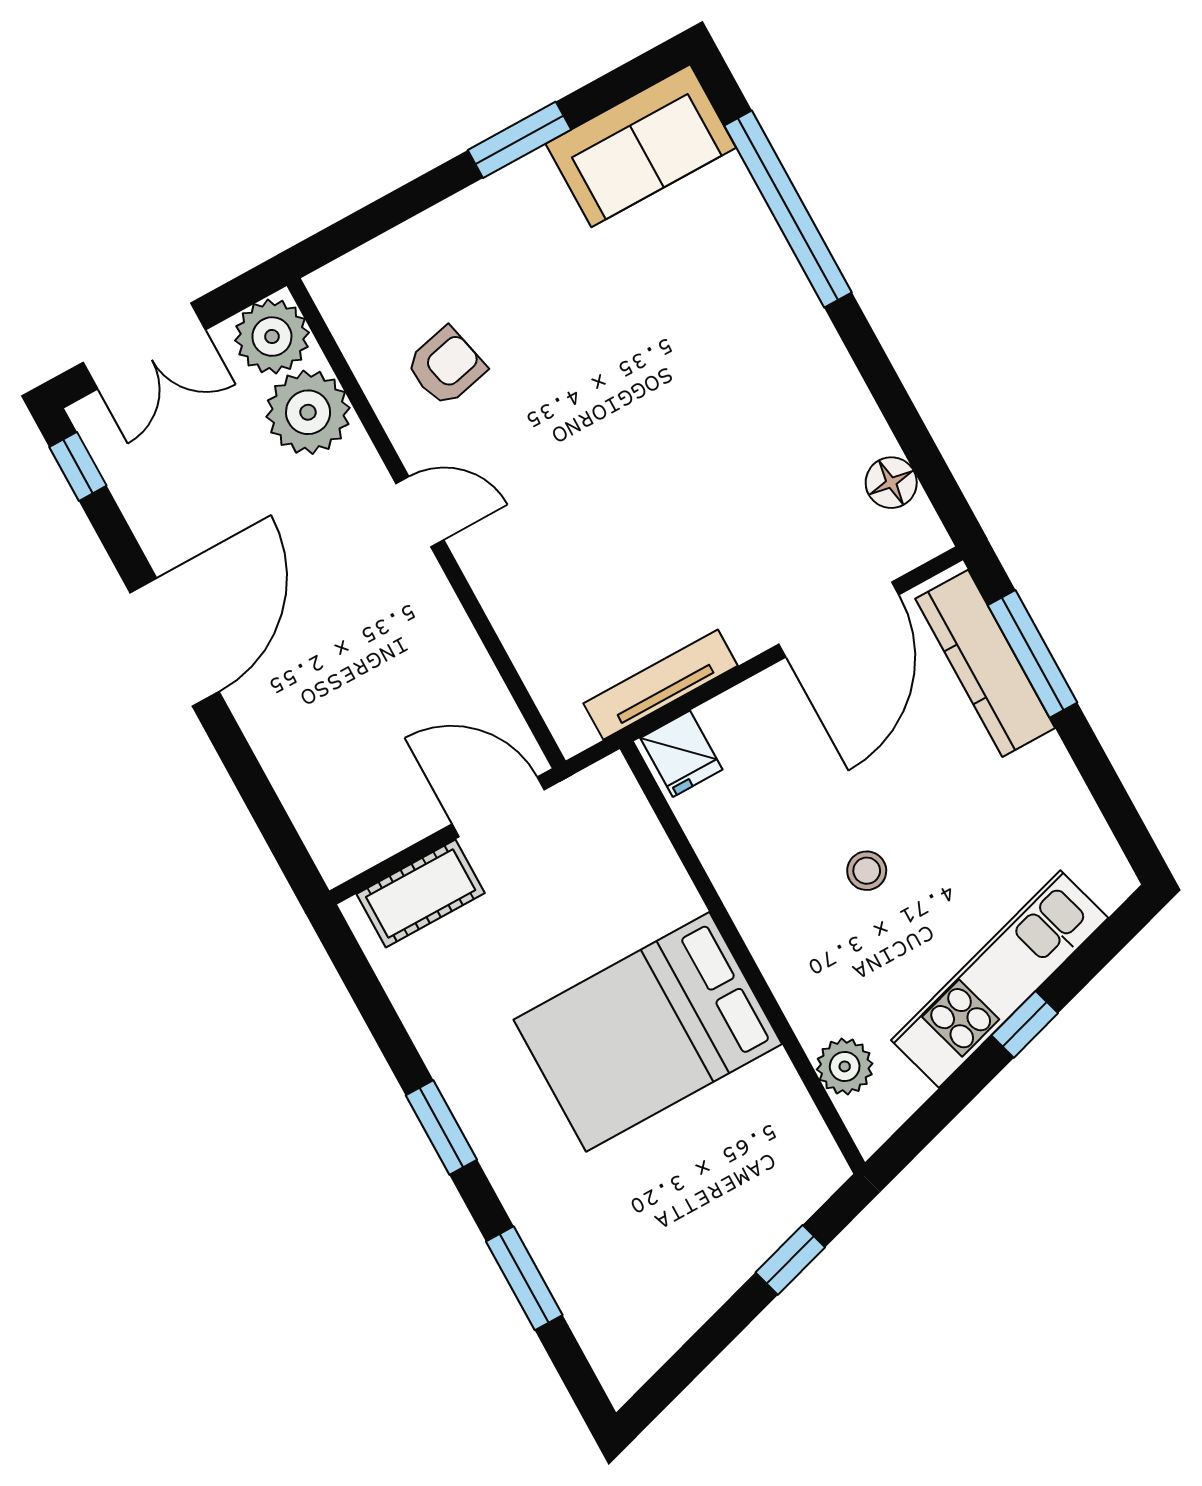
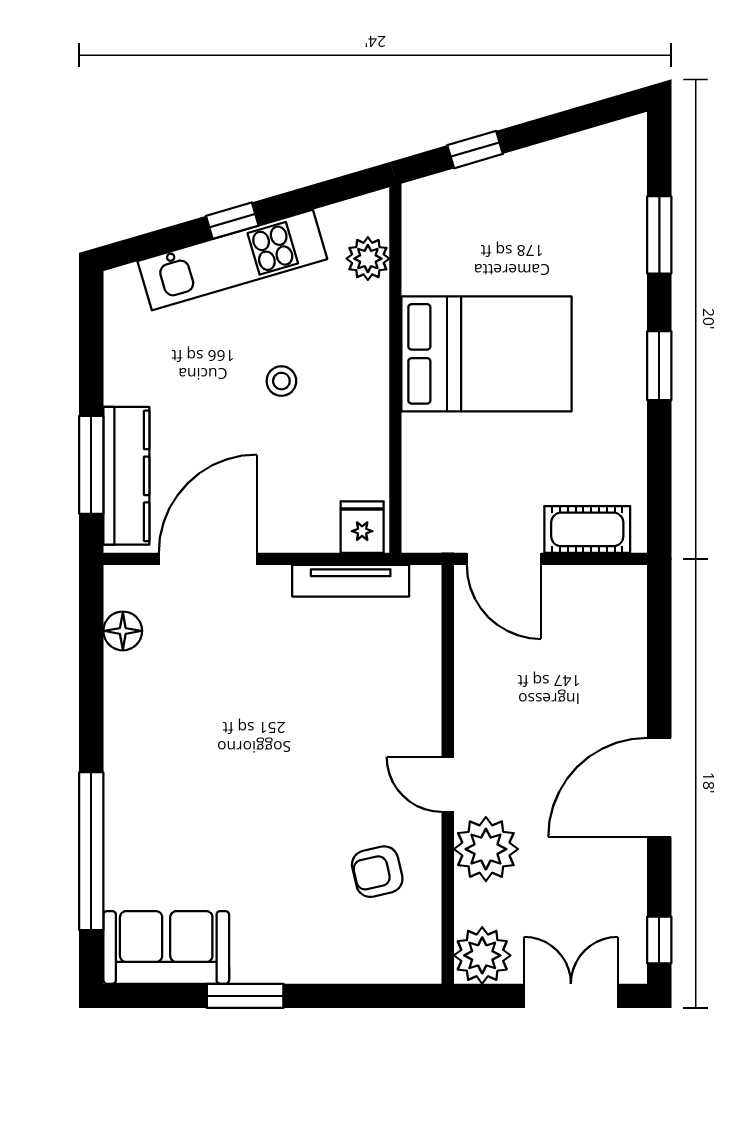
plant: (308, 412) -> (486, 849), moved

